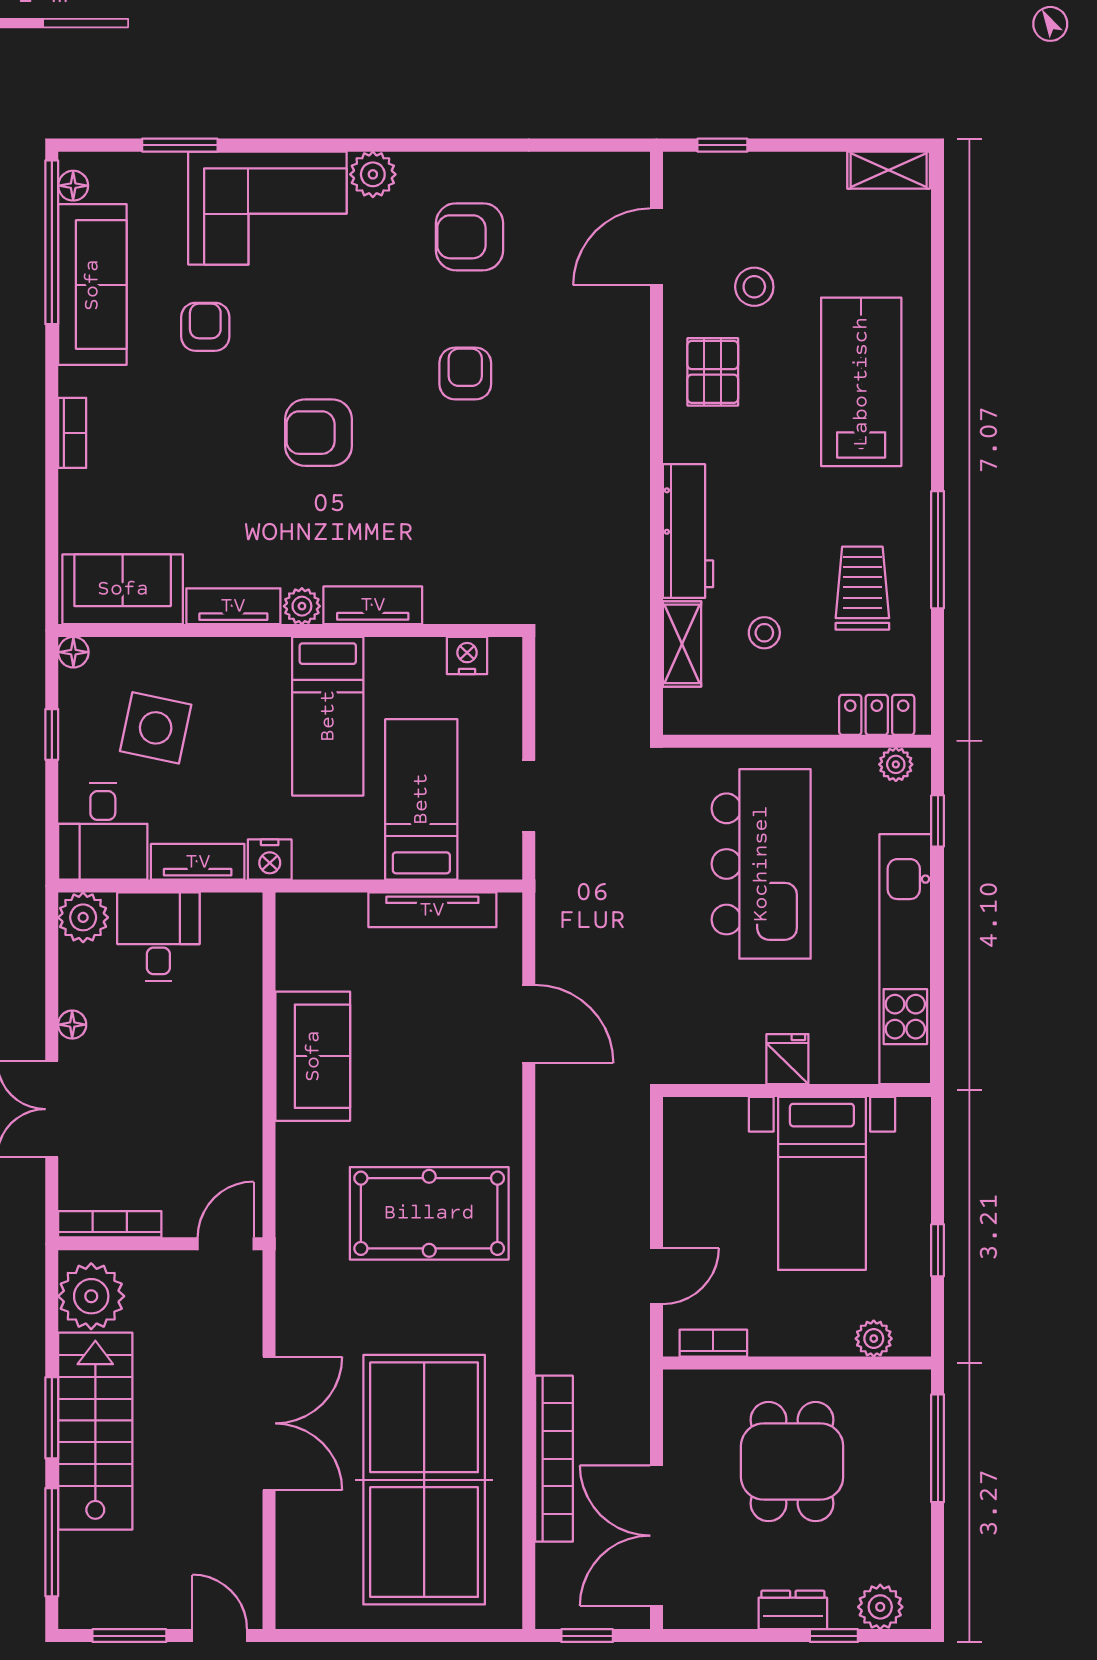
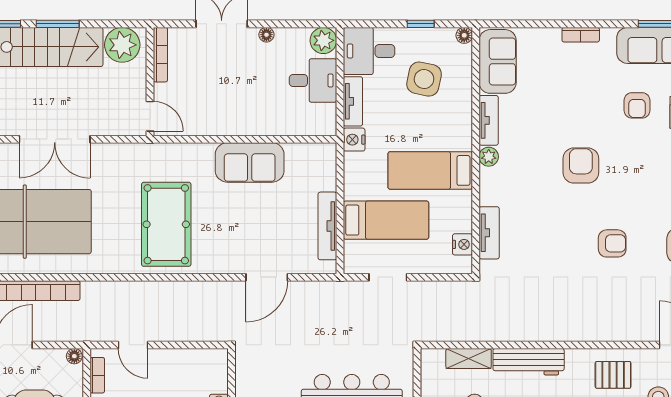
armchair: (205, 327) -> (637, 105), turned 90
tv unit: (373, 605) -> (489, 233), moved
floor lamp: (678, 1386) -> (74, 356), added

